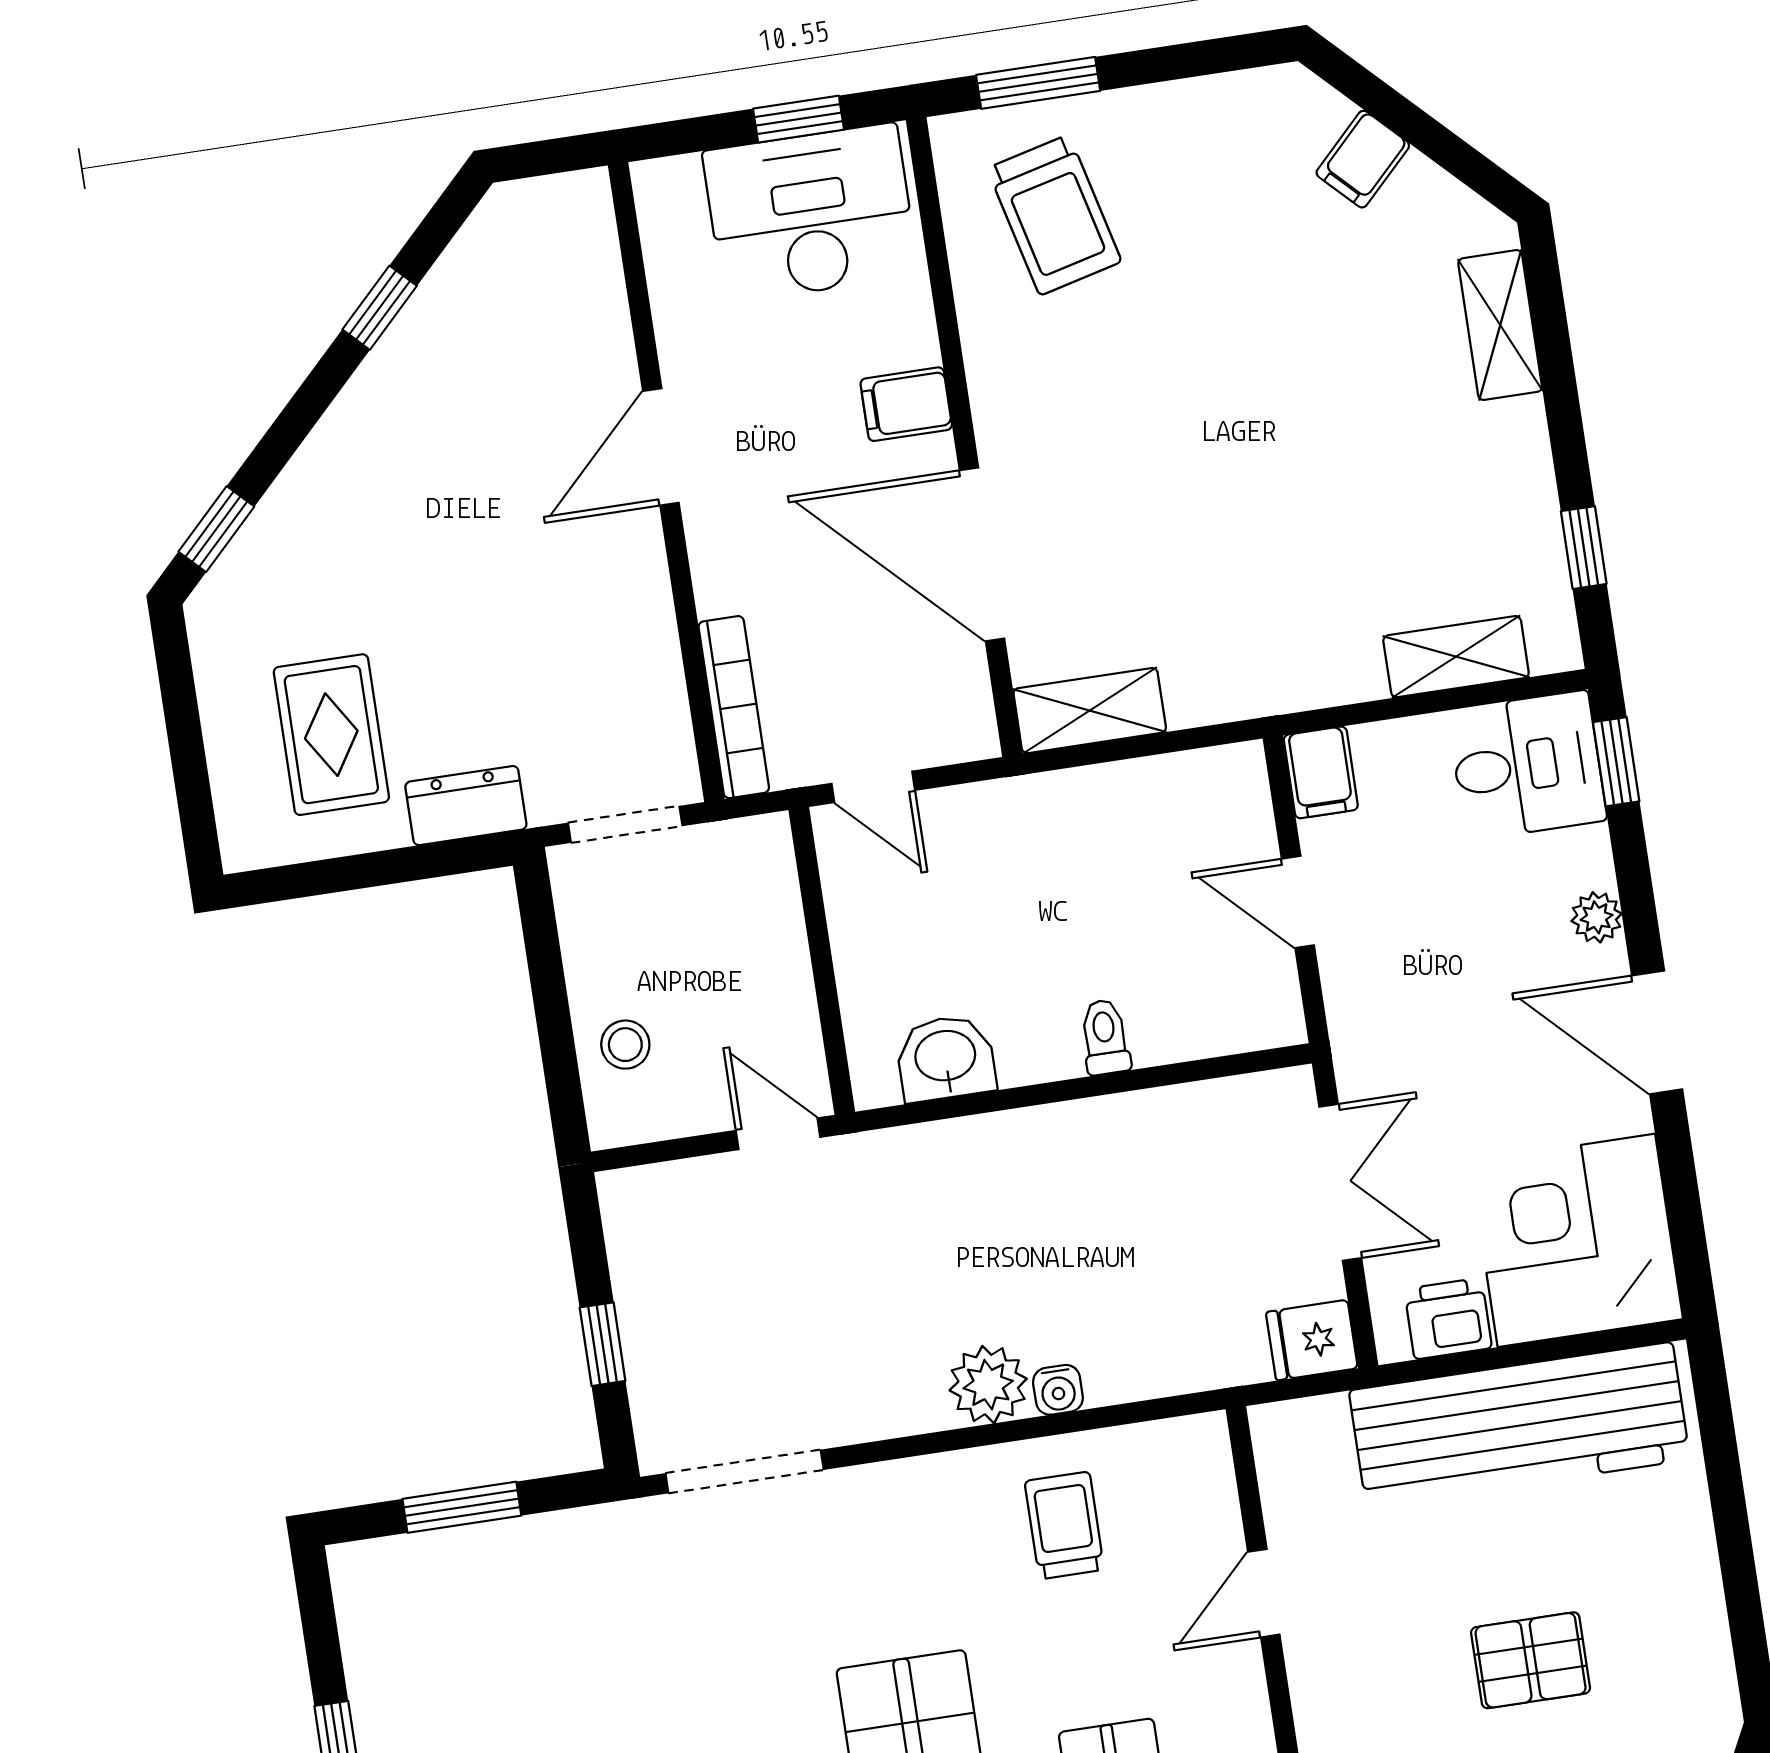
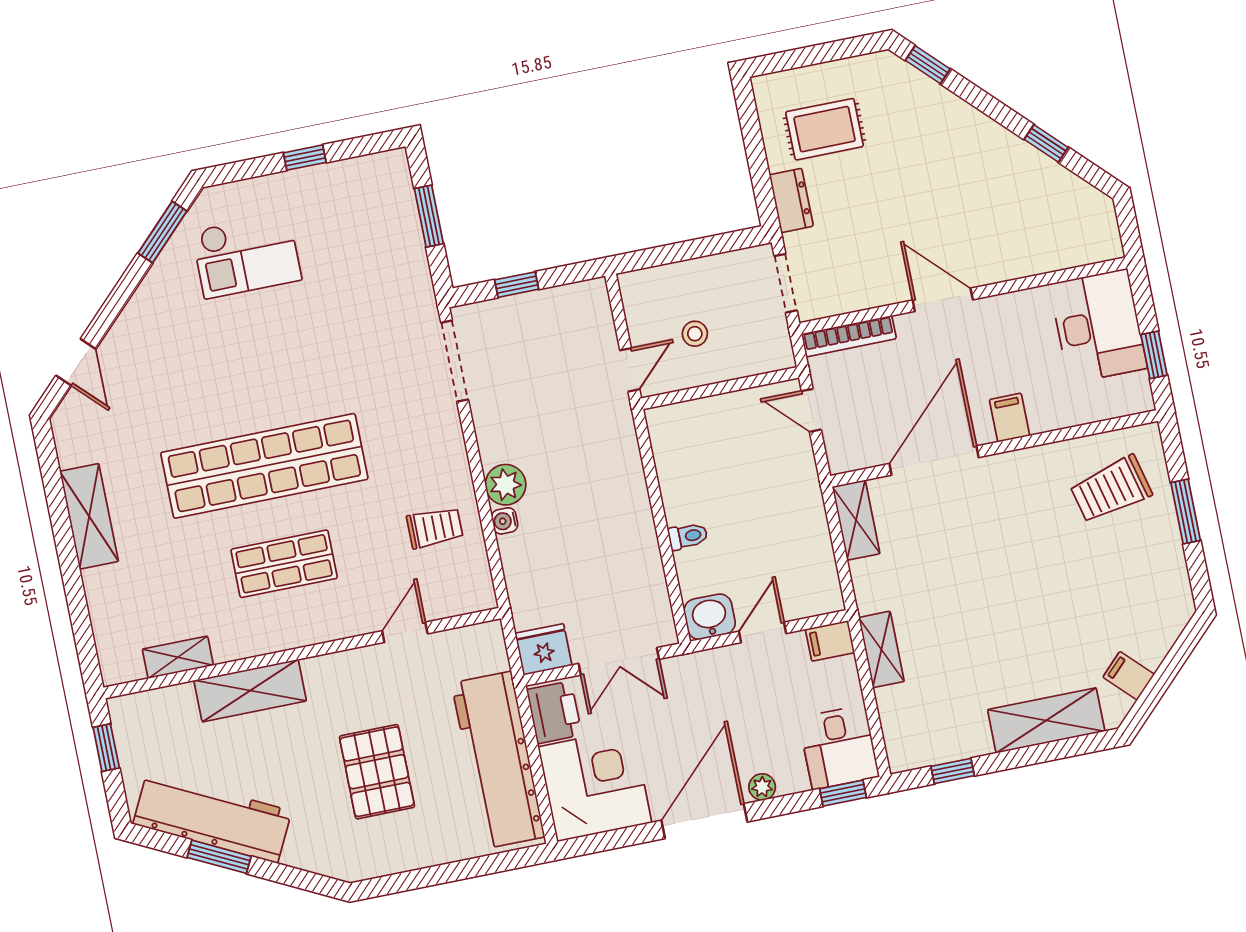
window: (1038, 83) -> (1186, 512), moved
filing cabinet: (1363, 159) -> (1129, 676), moved
desk: (810, 213) -> (1098, 326), moved
shelving: (1500, 325) -> (1046, 720), width x1.50, depth x1.33
door: (661, 447) -> (943, 300), moved
shelving: (1456, 657) -> (881, 649), moved
door: (873, 787) -> (811, 410), hinge flipped
door: (1657, 1032) -> (704, 821), width x1.36
stool: (625, 1045) -> (695, 334), moved
washbasin: (946, 1058) -> (710, 617), moved, turned -90
printer: (1448, 1319) -> (554, 712), width x1.36, depth x1.24
fridge: (1312, 1340) -> (543, 649), width x1.38
door: (1264, 1593) -> (405, 632), hinge flipped
pallet: (1531, 1660) -> (377, 772), width x1.50, depth x1.42

